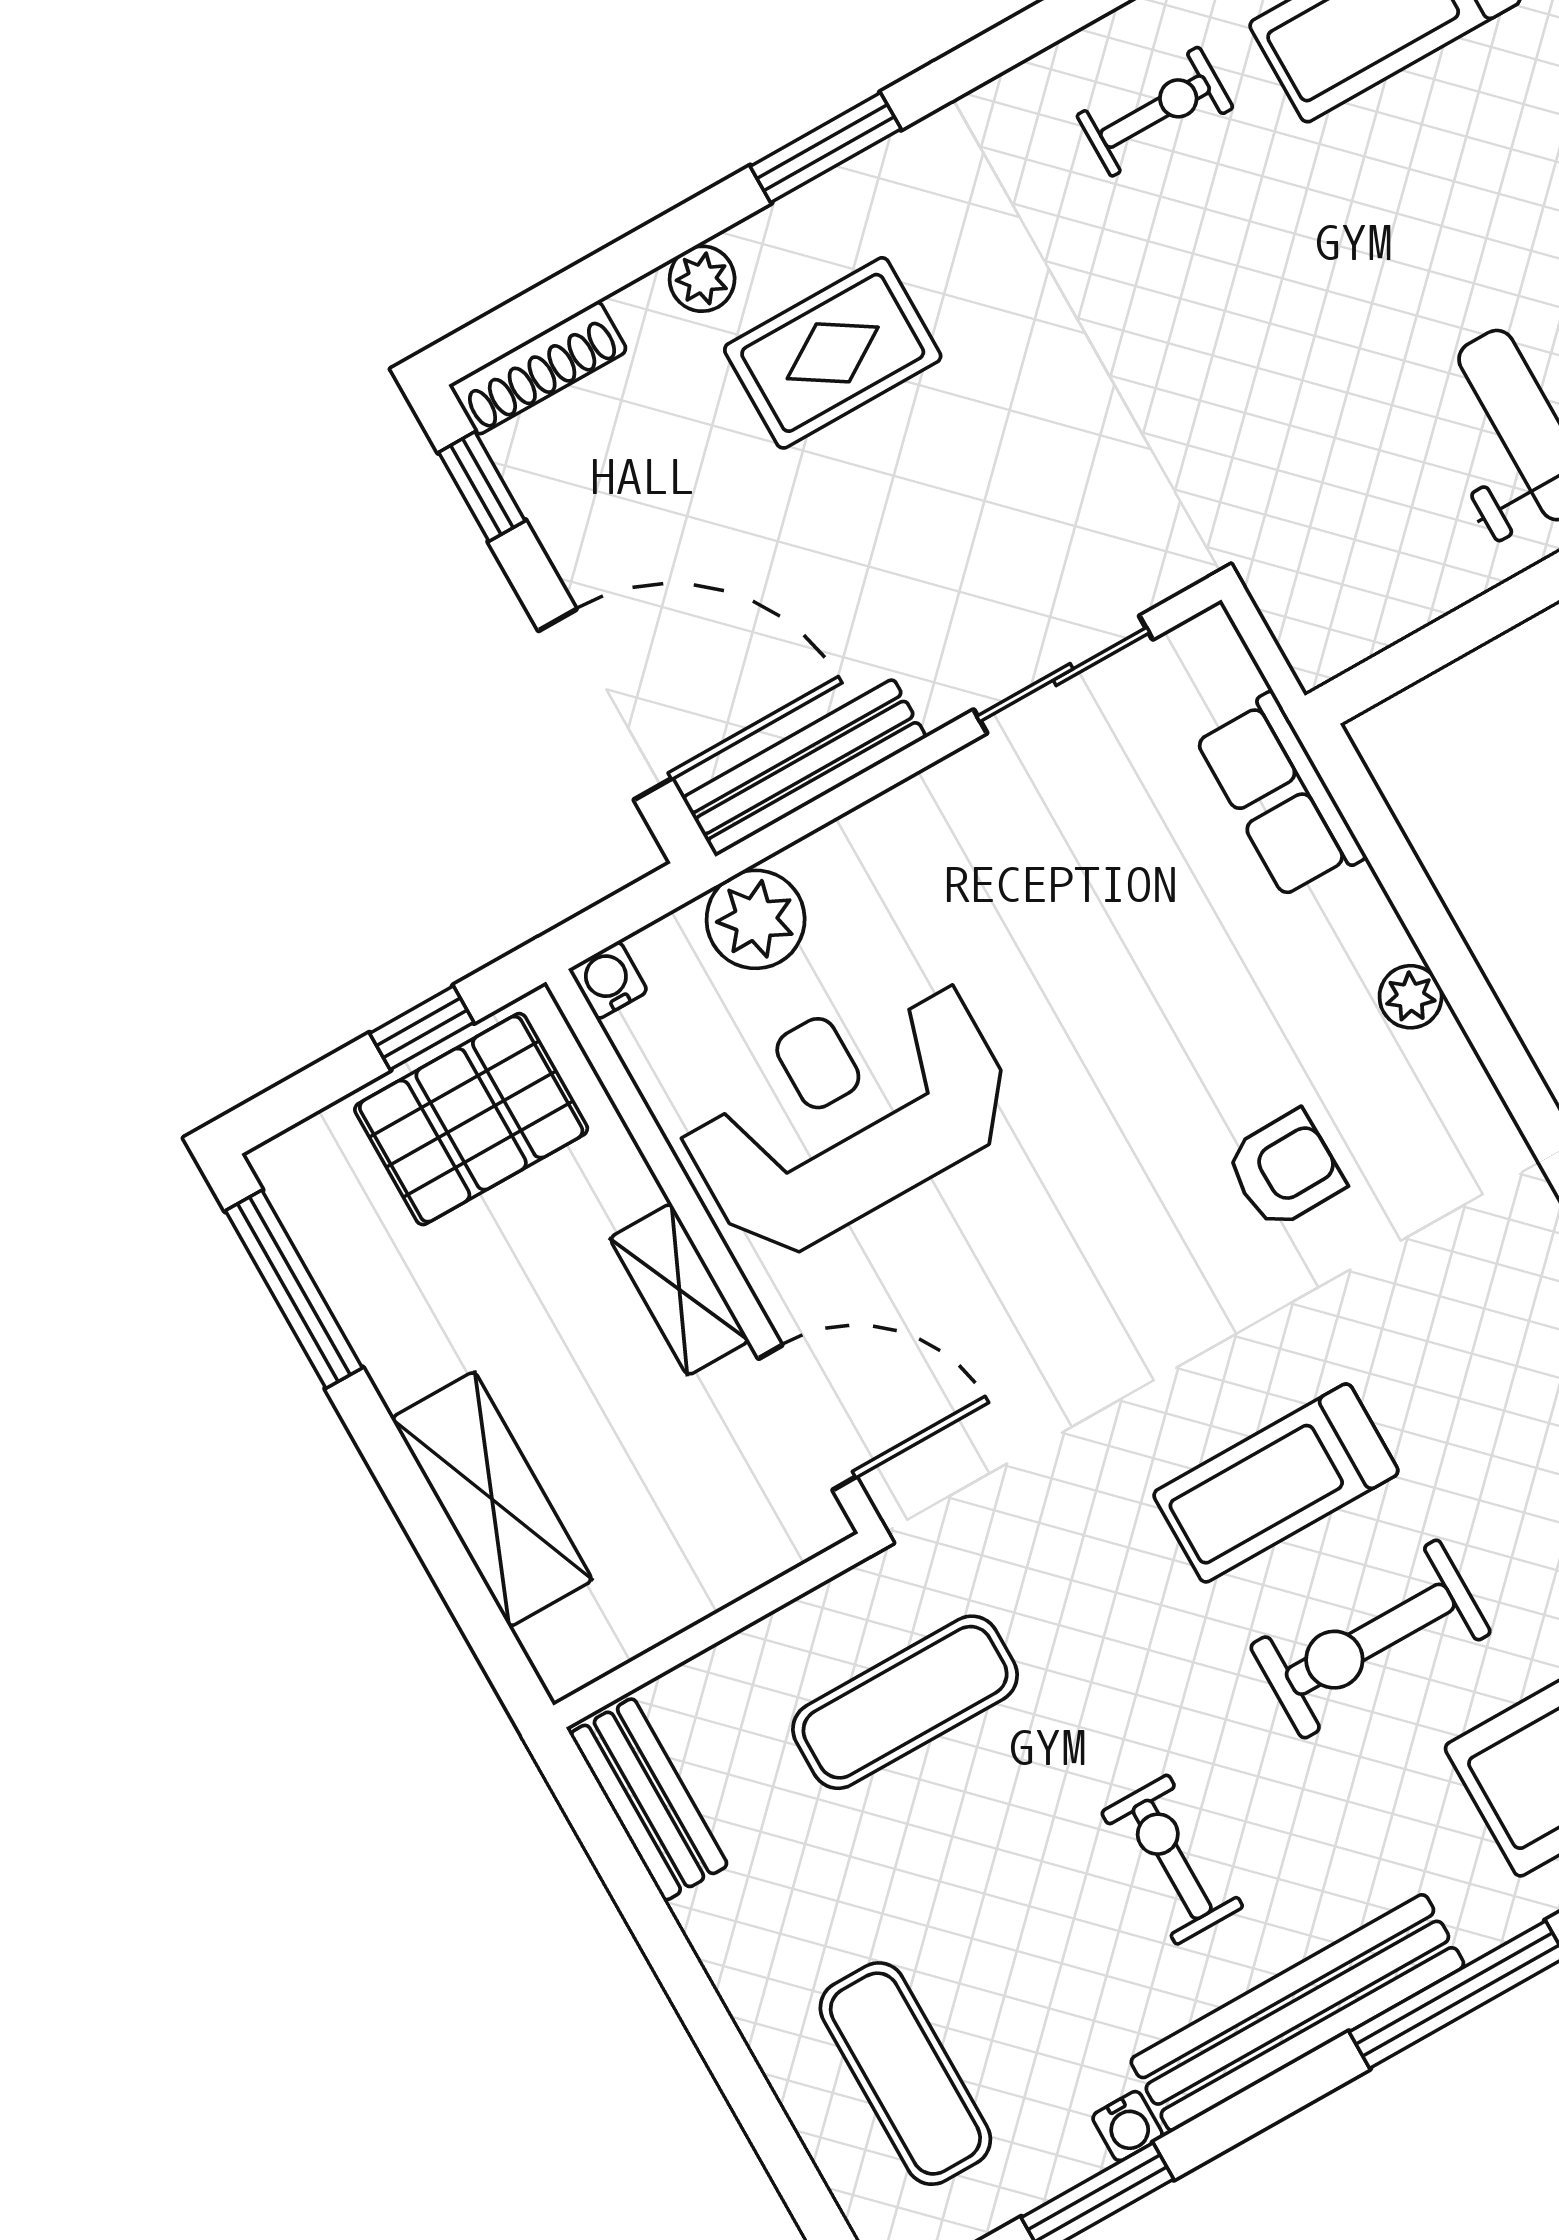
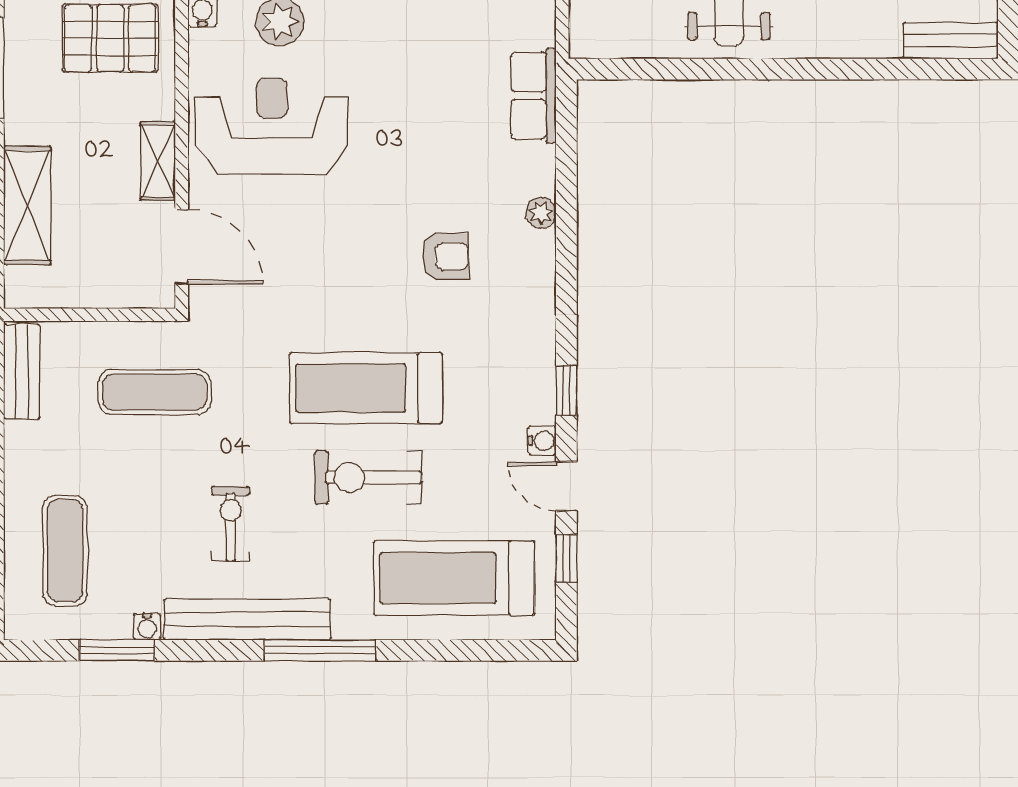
treadmill: (1276, 1483) -> (366, 388), width x1.37, depth x1.38

